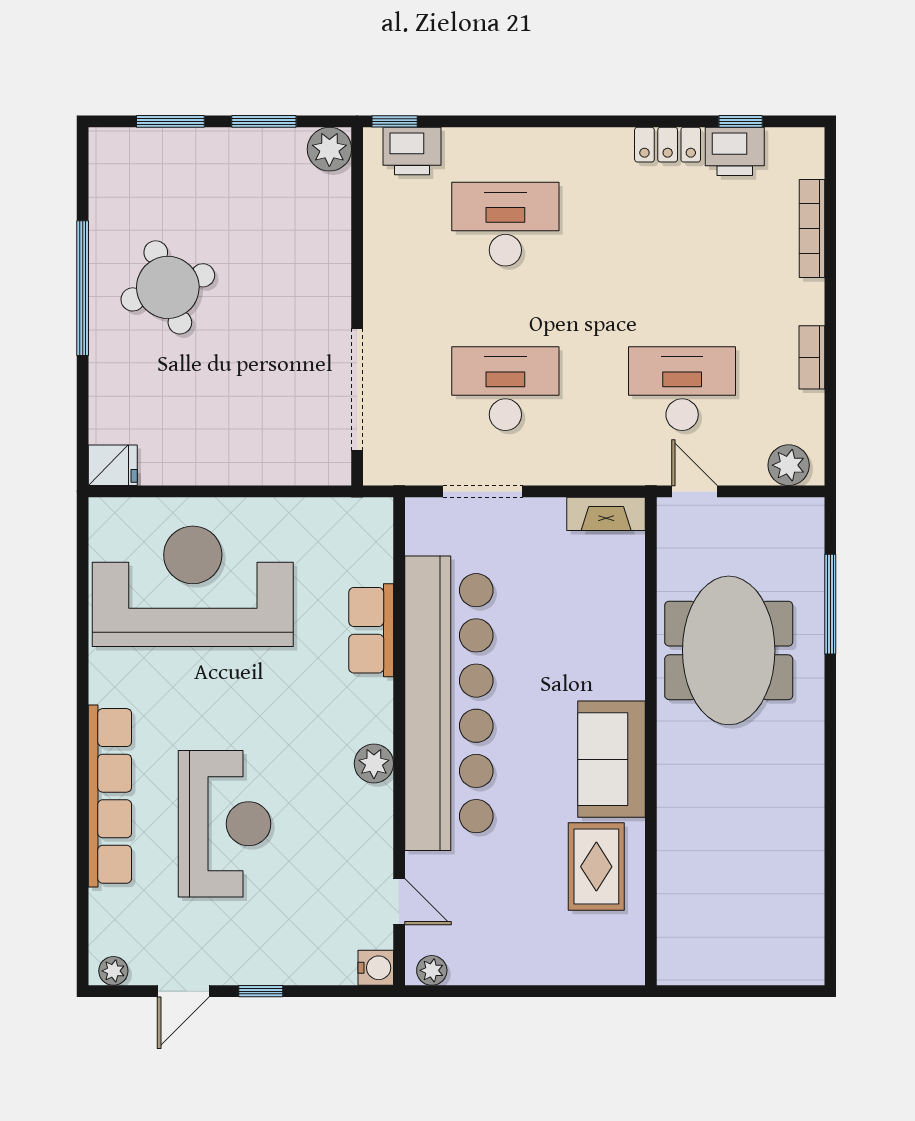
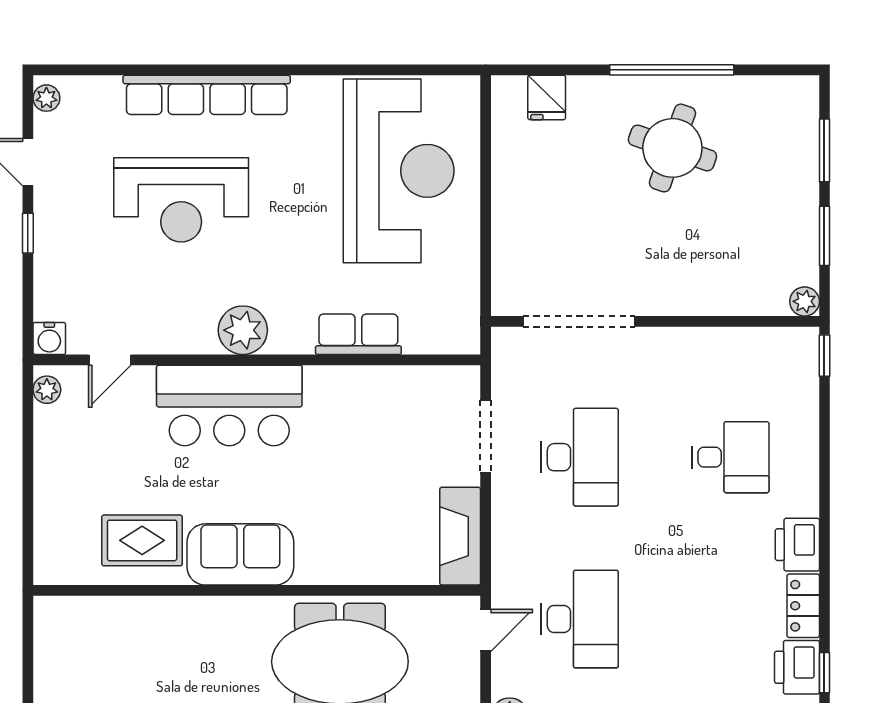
plant: (329, 149) -> (805, 301), width x0.73, depth x0.73
printer: (412, 151) -> (797, 545), moved
desk: (505, 224) -> (730, 457), width x0.73
round table: (168, 287) -> (672, 148), turned 38
fridge: (113, 465) -> (547, 97), moved
fireplace: (606, 514) -> (460, 536), width x1.37, depth x1.32
bar counter: (449, 703) -> (229, 405), width x0.54
plant: (374, 764) -> (243, 330), width x1.36, depth x1.36

